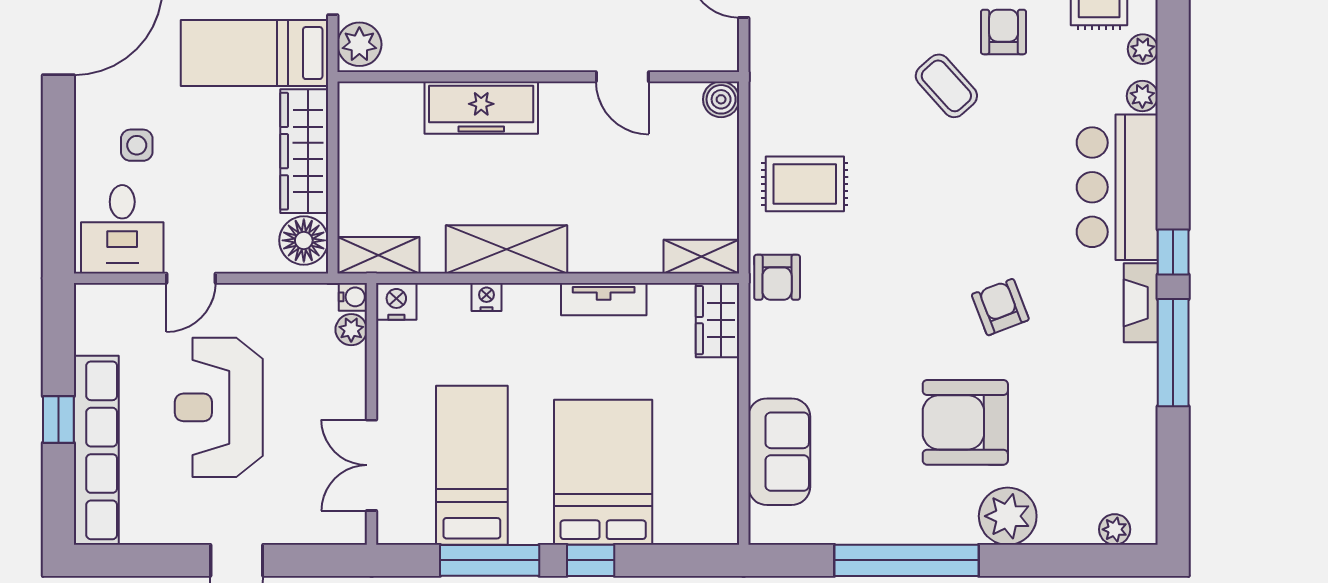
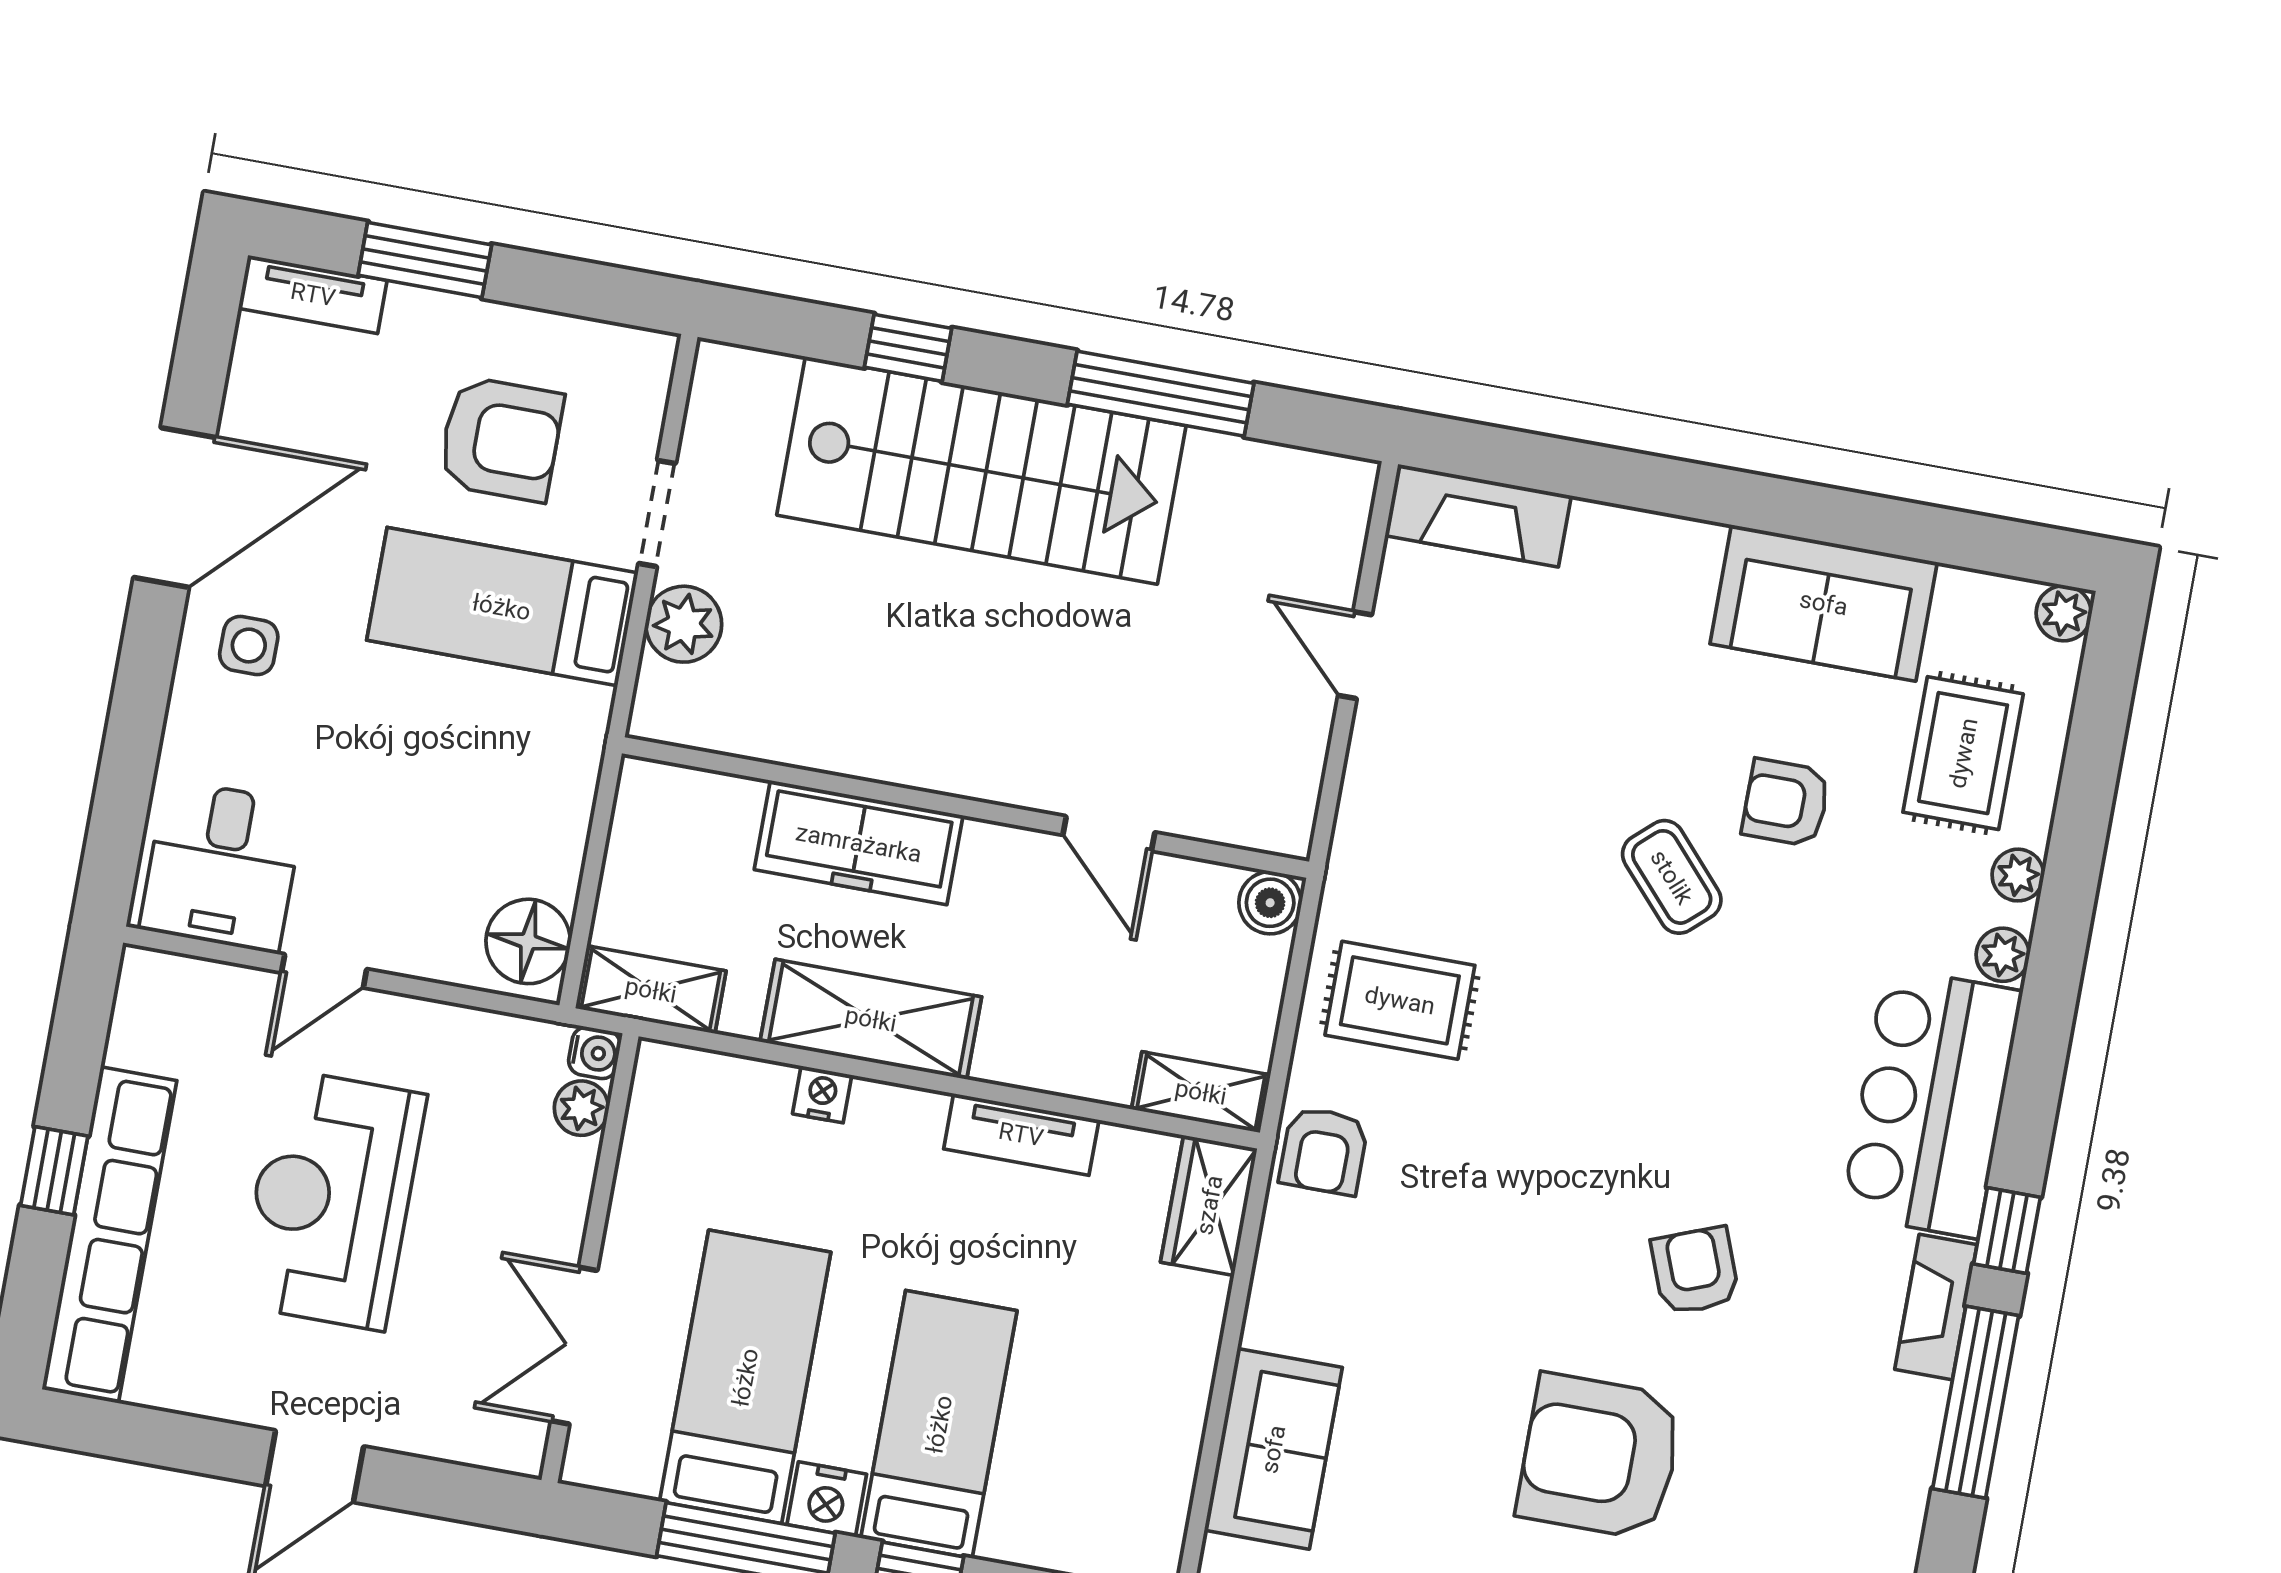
armchair: (1004, 32) -> (1786, 803), turned -90
wall: (538, 77) -> (965, 807), moved
door: (622, 77) -> (1109, 834), moved
boiler: (721, 99) -> (1270, 903), moved
freezer: (481, 108) -> (859, 843), moved
side table: (137, 145) -> (249, 646), moved
wardrobe: (304, 151) -> (557, 789), removed
nightstand: (396, 301) -> (827, 1499), moved, turned 180
bed: (603, 472) -> (939, 1424), width x0.67

